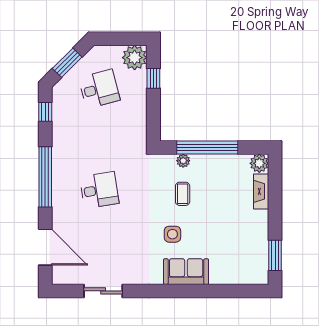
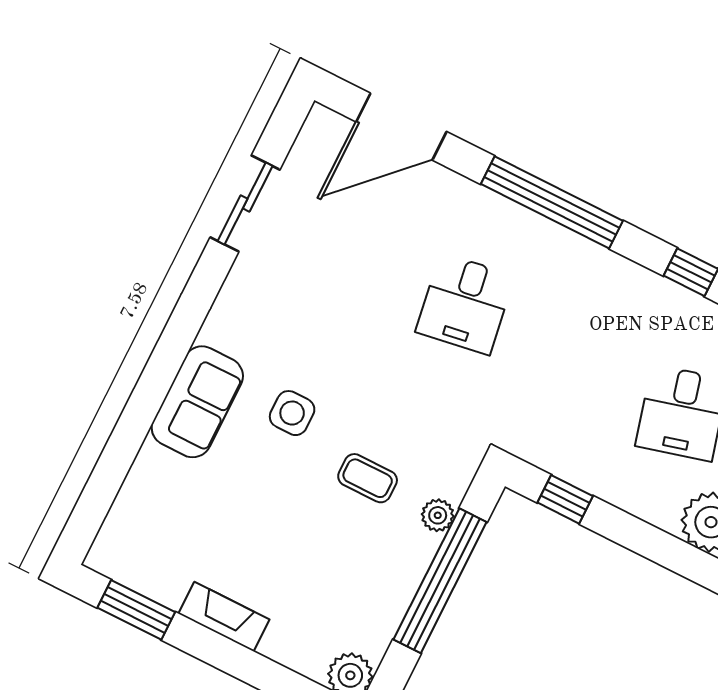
window: (153, 78) -> (565, 499), moved
fireplace: (261, 191) -> (224, 617), moved

